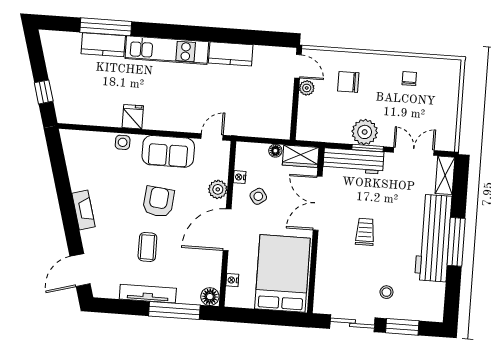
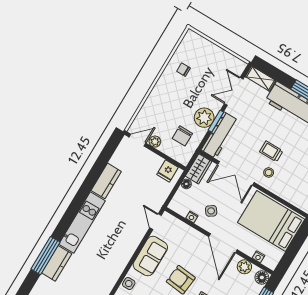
chair: (348, 82) -> (182, 136), moved
fridge: (133, 117) -> (168, 171), moved, turned -90
plant: (218, 189) -> (244, 267), moved
stool: (338, 241) -> (269, 173), added

